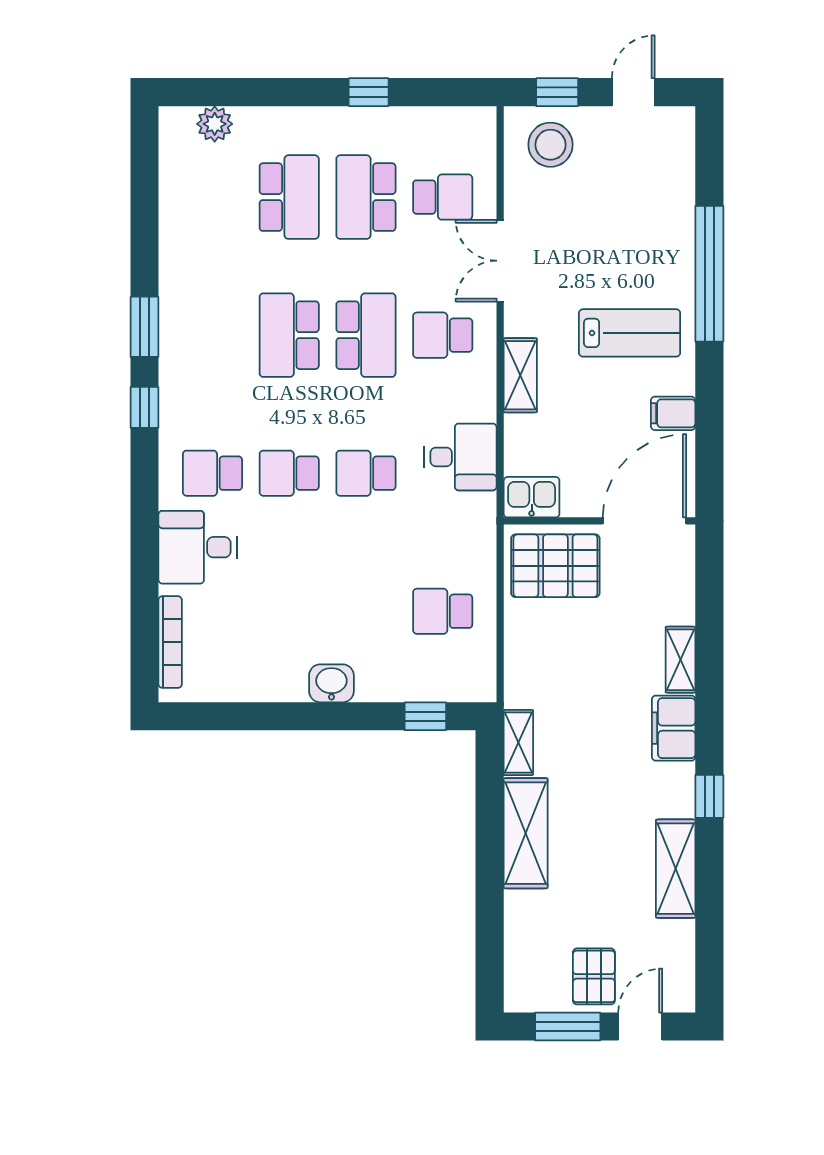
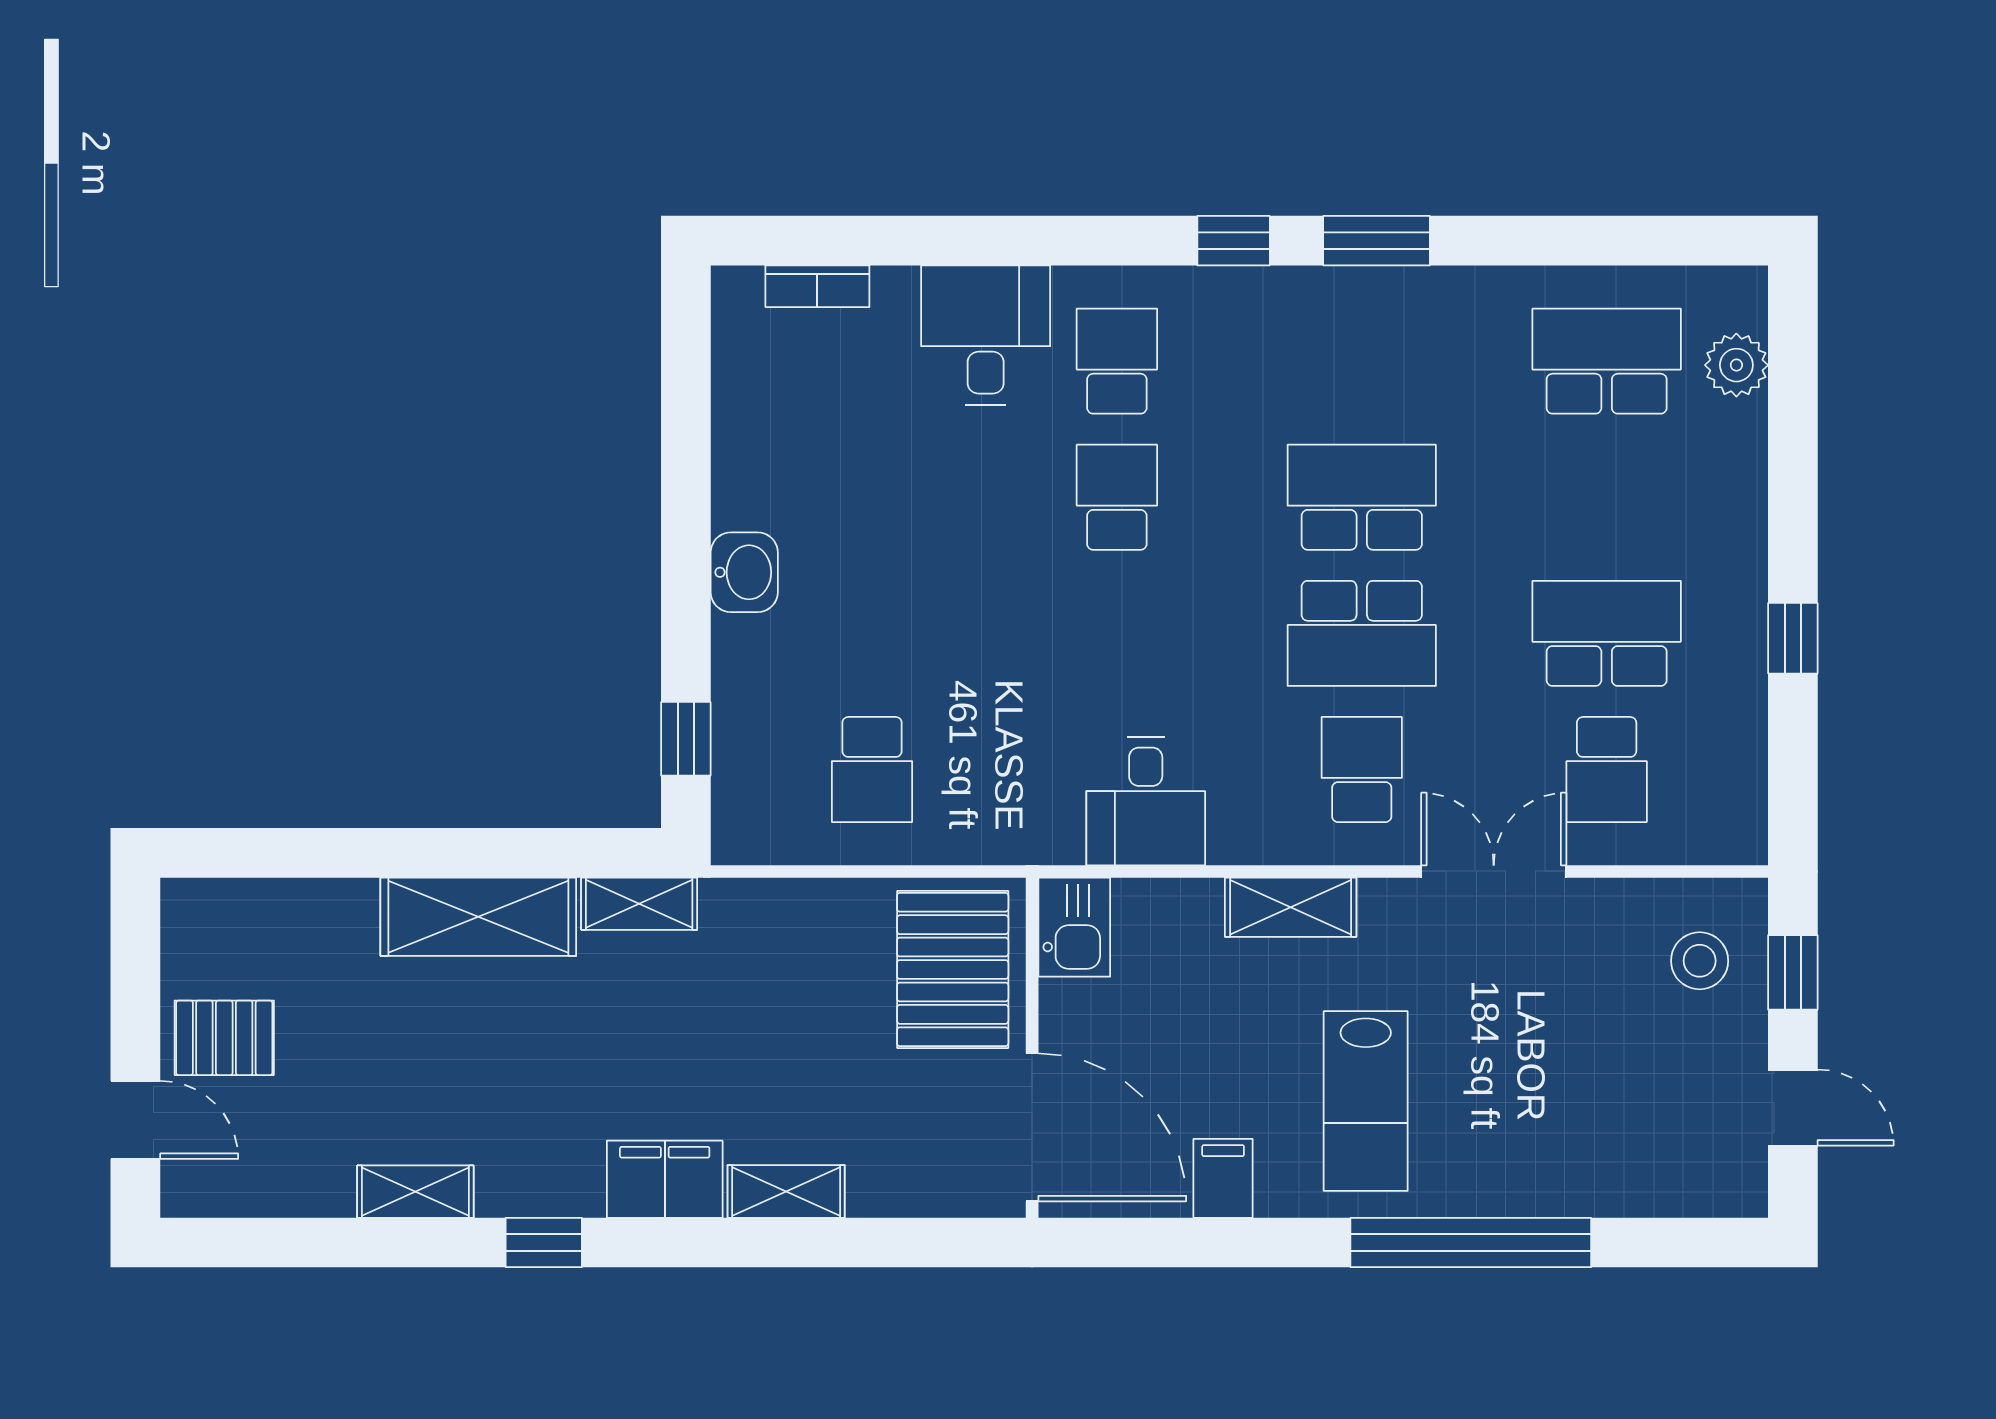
stool: (550, 145) -> (1700, 961), width x0.73, depth x0.73
school desk: (289, 197) -> (1607, 361), moved, turned 180
school desk: (366, 473) -> (1117, 633), removed
school desk: (443, 611) -> (872, 770), turned 180
bookcase: (170, 642) -> (817, 286), width x0.64
shelving: (676, 869) -> (415, 1192), width x0.67, depth x0.75
window: (568, 1027) -> (135, 991), removed

